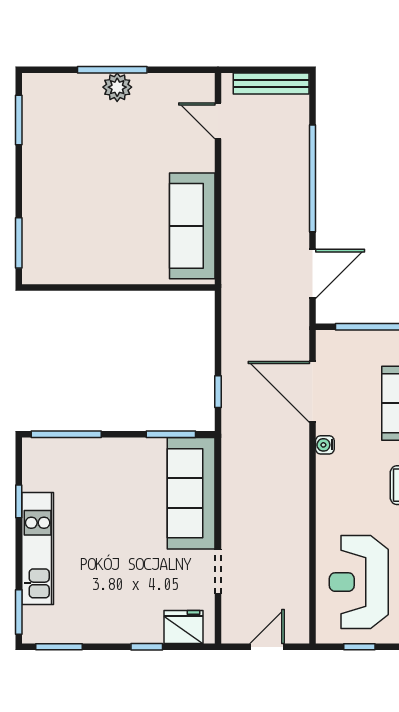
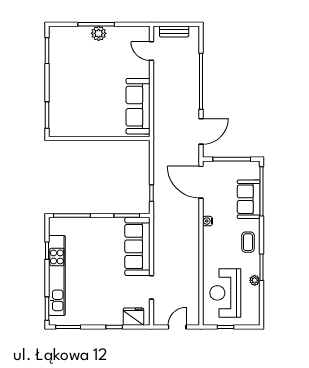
bench: (271, 83) -> (174, 31), width x0.73
door: (312, 392) -> (201, 182), moved
kitchen unit: (38, 549) -> (57, 275), width x1.36

